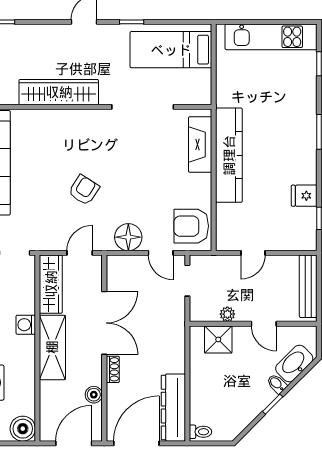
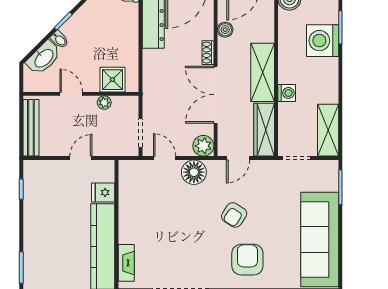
fireplace: (200, 145) -> (126, 263), width x0.73, depth x0.76
fridge: (304, 196) -> (103, 193), moved, turned 180
armchair: (191, 226) -> (247, 260), moved, turned -90
plant: (118, 266) -> (203, 146), added

